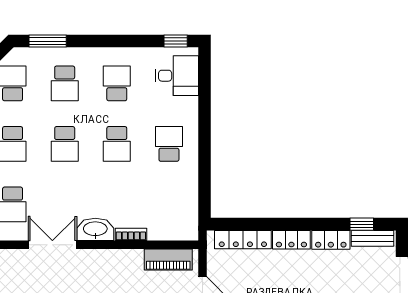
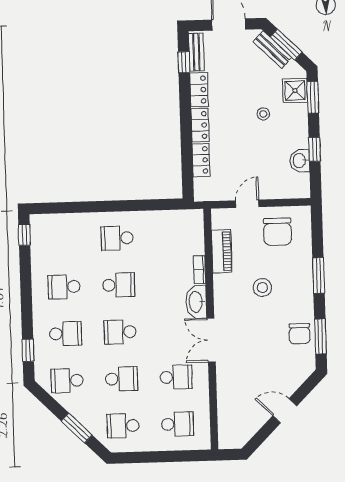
window: (48, 41) -> (28, 350), width x0.67
desk: (177, 76) -> (55, 233), removed
school desk: (65, 144) -> (120, 332), turned 180
locker: (243, 240) -> (201, 160), width x0.66
piano: (168, 260) -> (222, 251), moved

